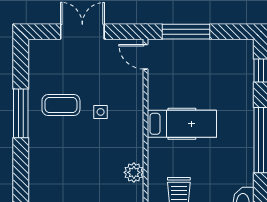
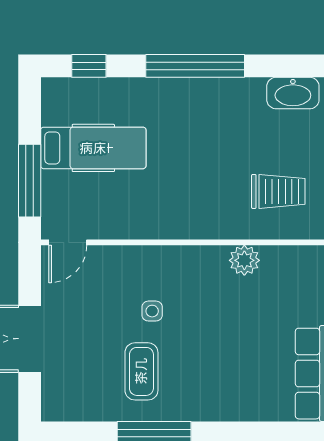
hospital bed: (182, 124) -> (93, 148), moved, turned 90

